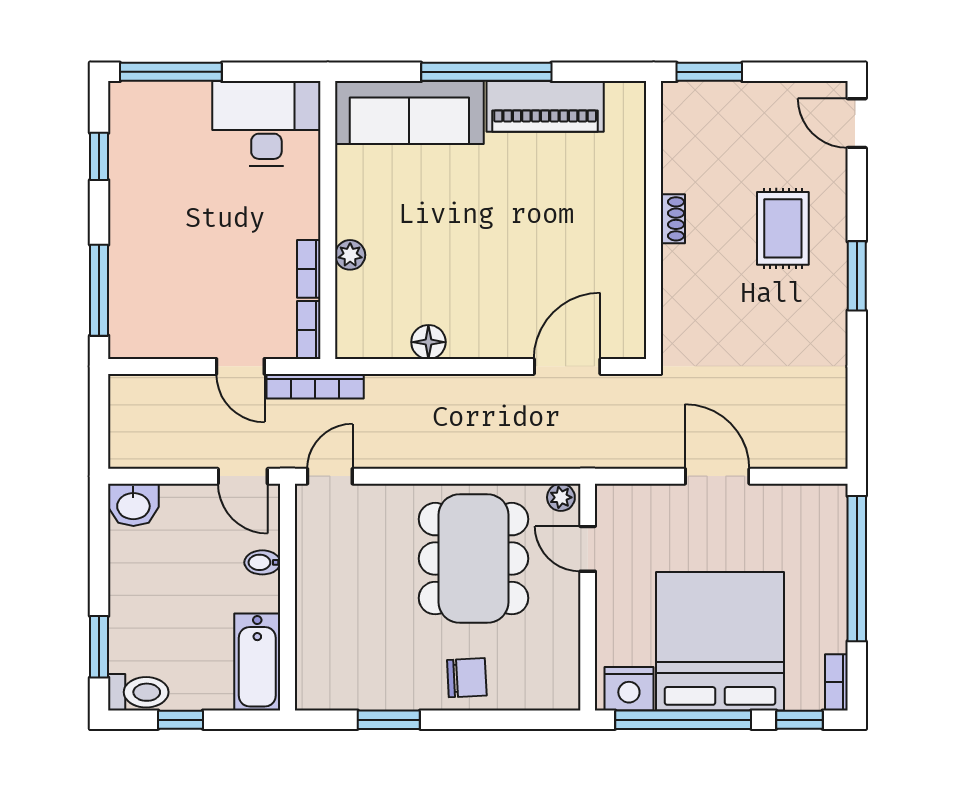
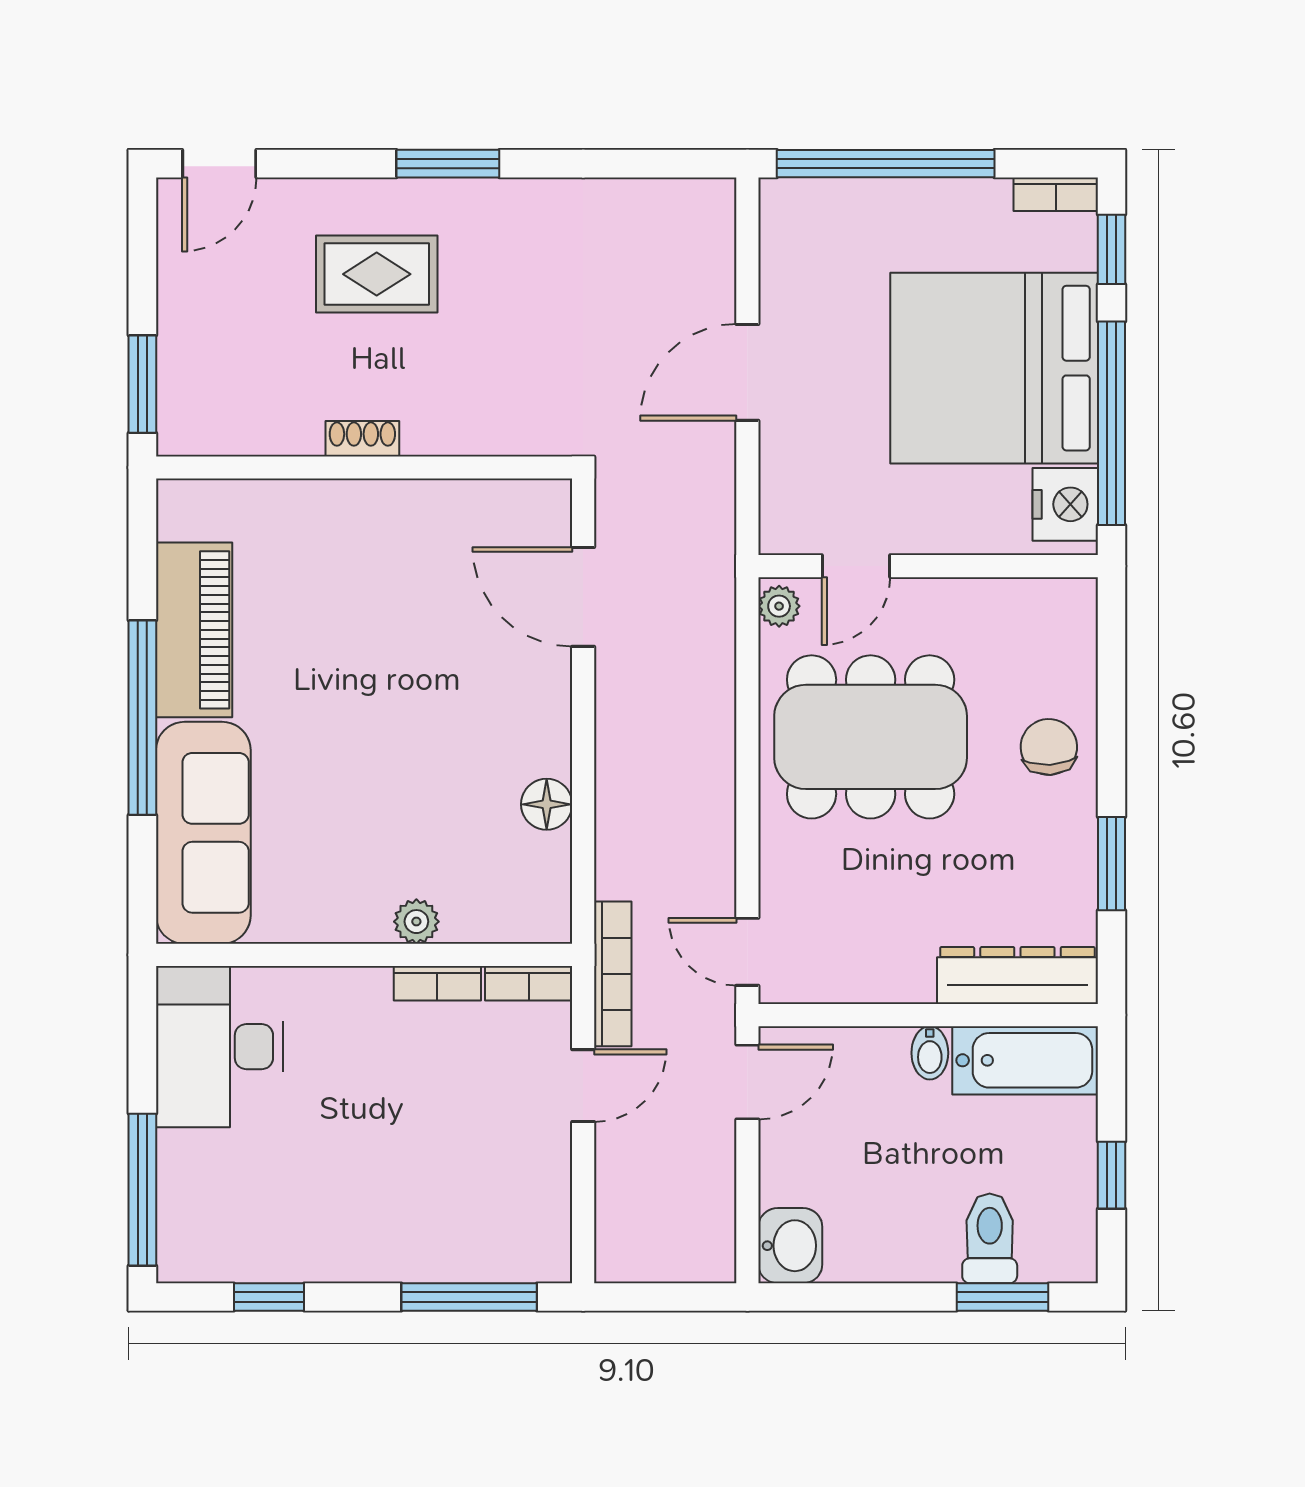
bidet: (262, 562) -> (930, 1053), moved
dresser: (314, 657) -> (1017, 975), added
toilet: (138, 692) -> (990, 1238), moved

